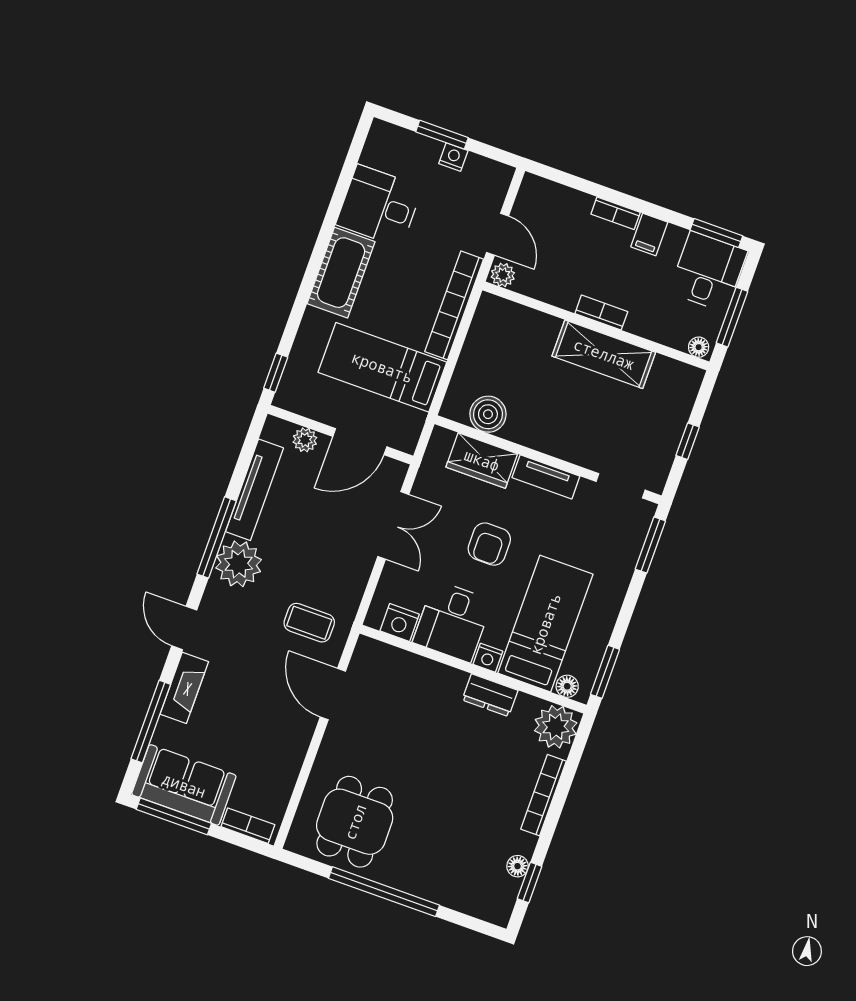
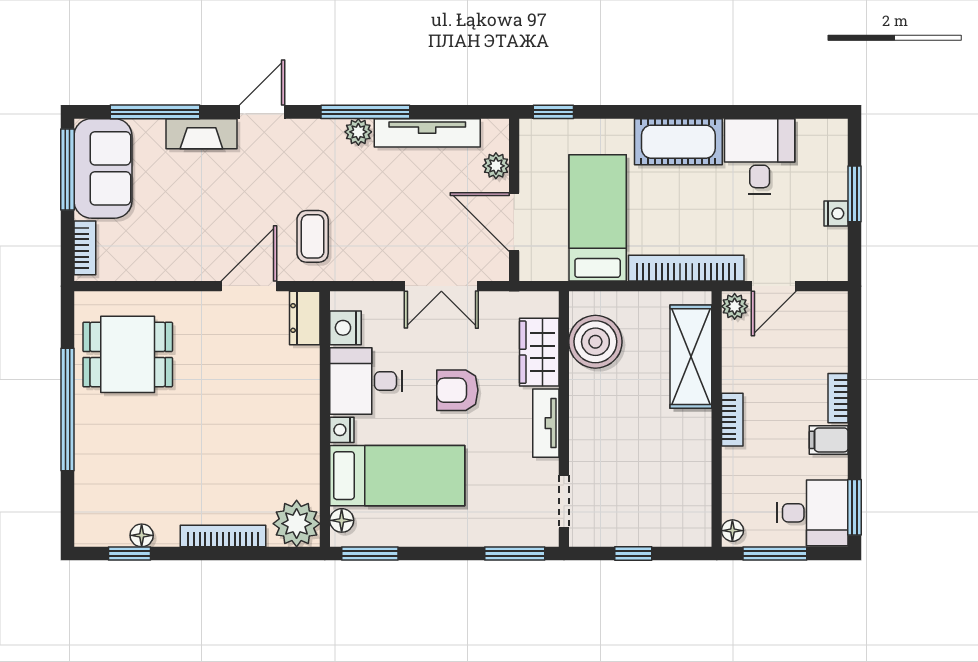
shelving: (604, 354) -> (691, 357), moved
boiler: (488, 414) -> (595, 342), width x1.37, depth x1.37
plant: (239, 564) -> (358, 132), width x0.53, depth x0.53
dresser: (490, 695) -> (305, 318), moved

